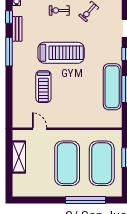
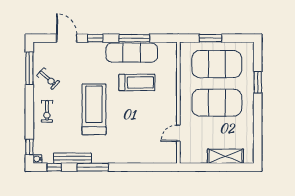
bench: (17, 29) -> (72, 158), width x1.36
treadmill: (43, 87) -> (137, 82), moved
shelving: (19, 157) -> (225, 156), moved
window: (85, 200) -> (258, 82), width x0.47

